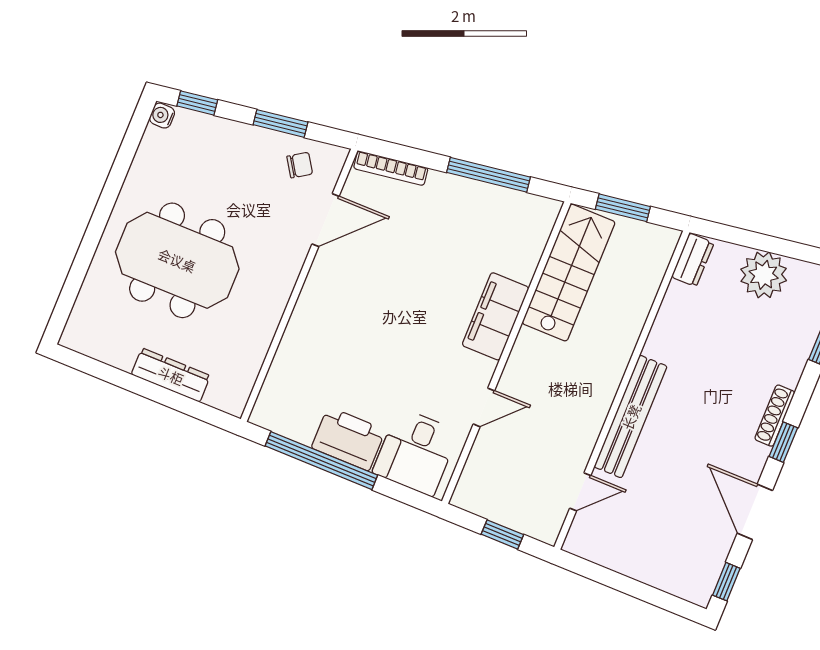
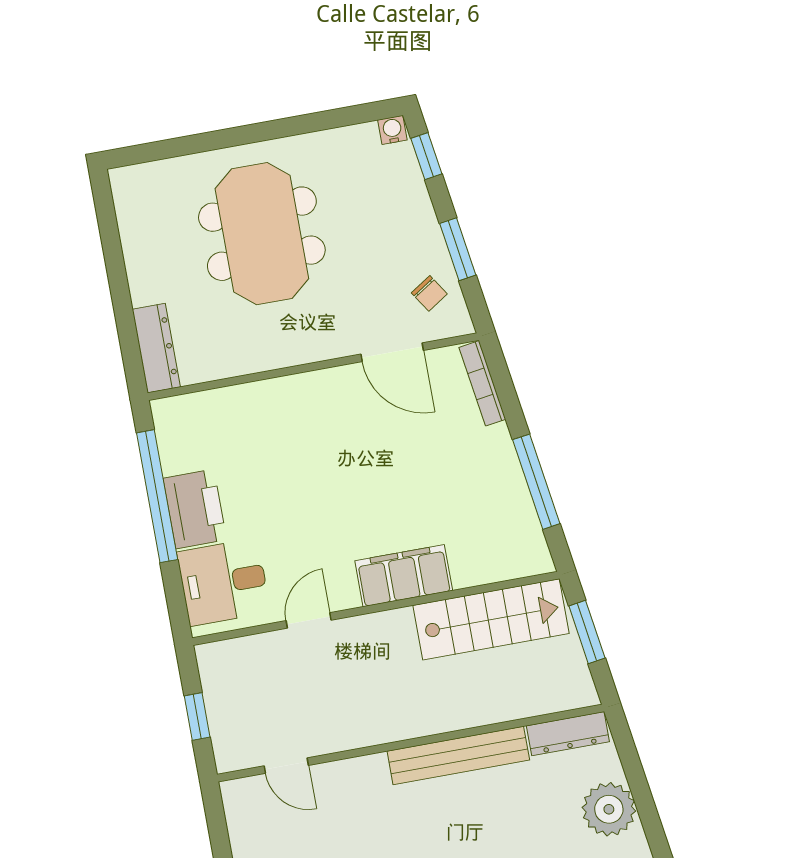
dresser: (693, 260) -> (568, 734), width x1.44
dresser: (171, 375) -> (156, 348), moved
door: (484, 407) -> (309, 620), swing flipped
bench: (631, 417) -> (458, 755), moved

